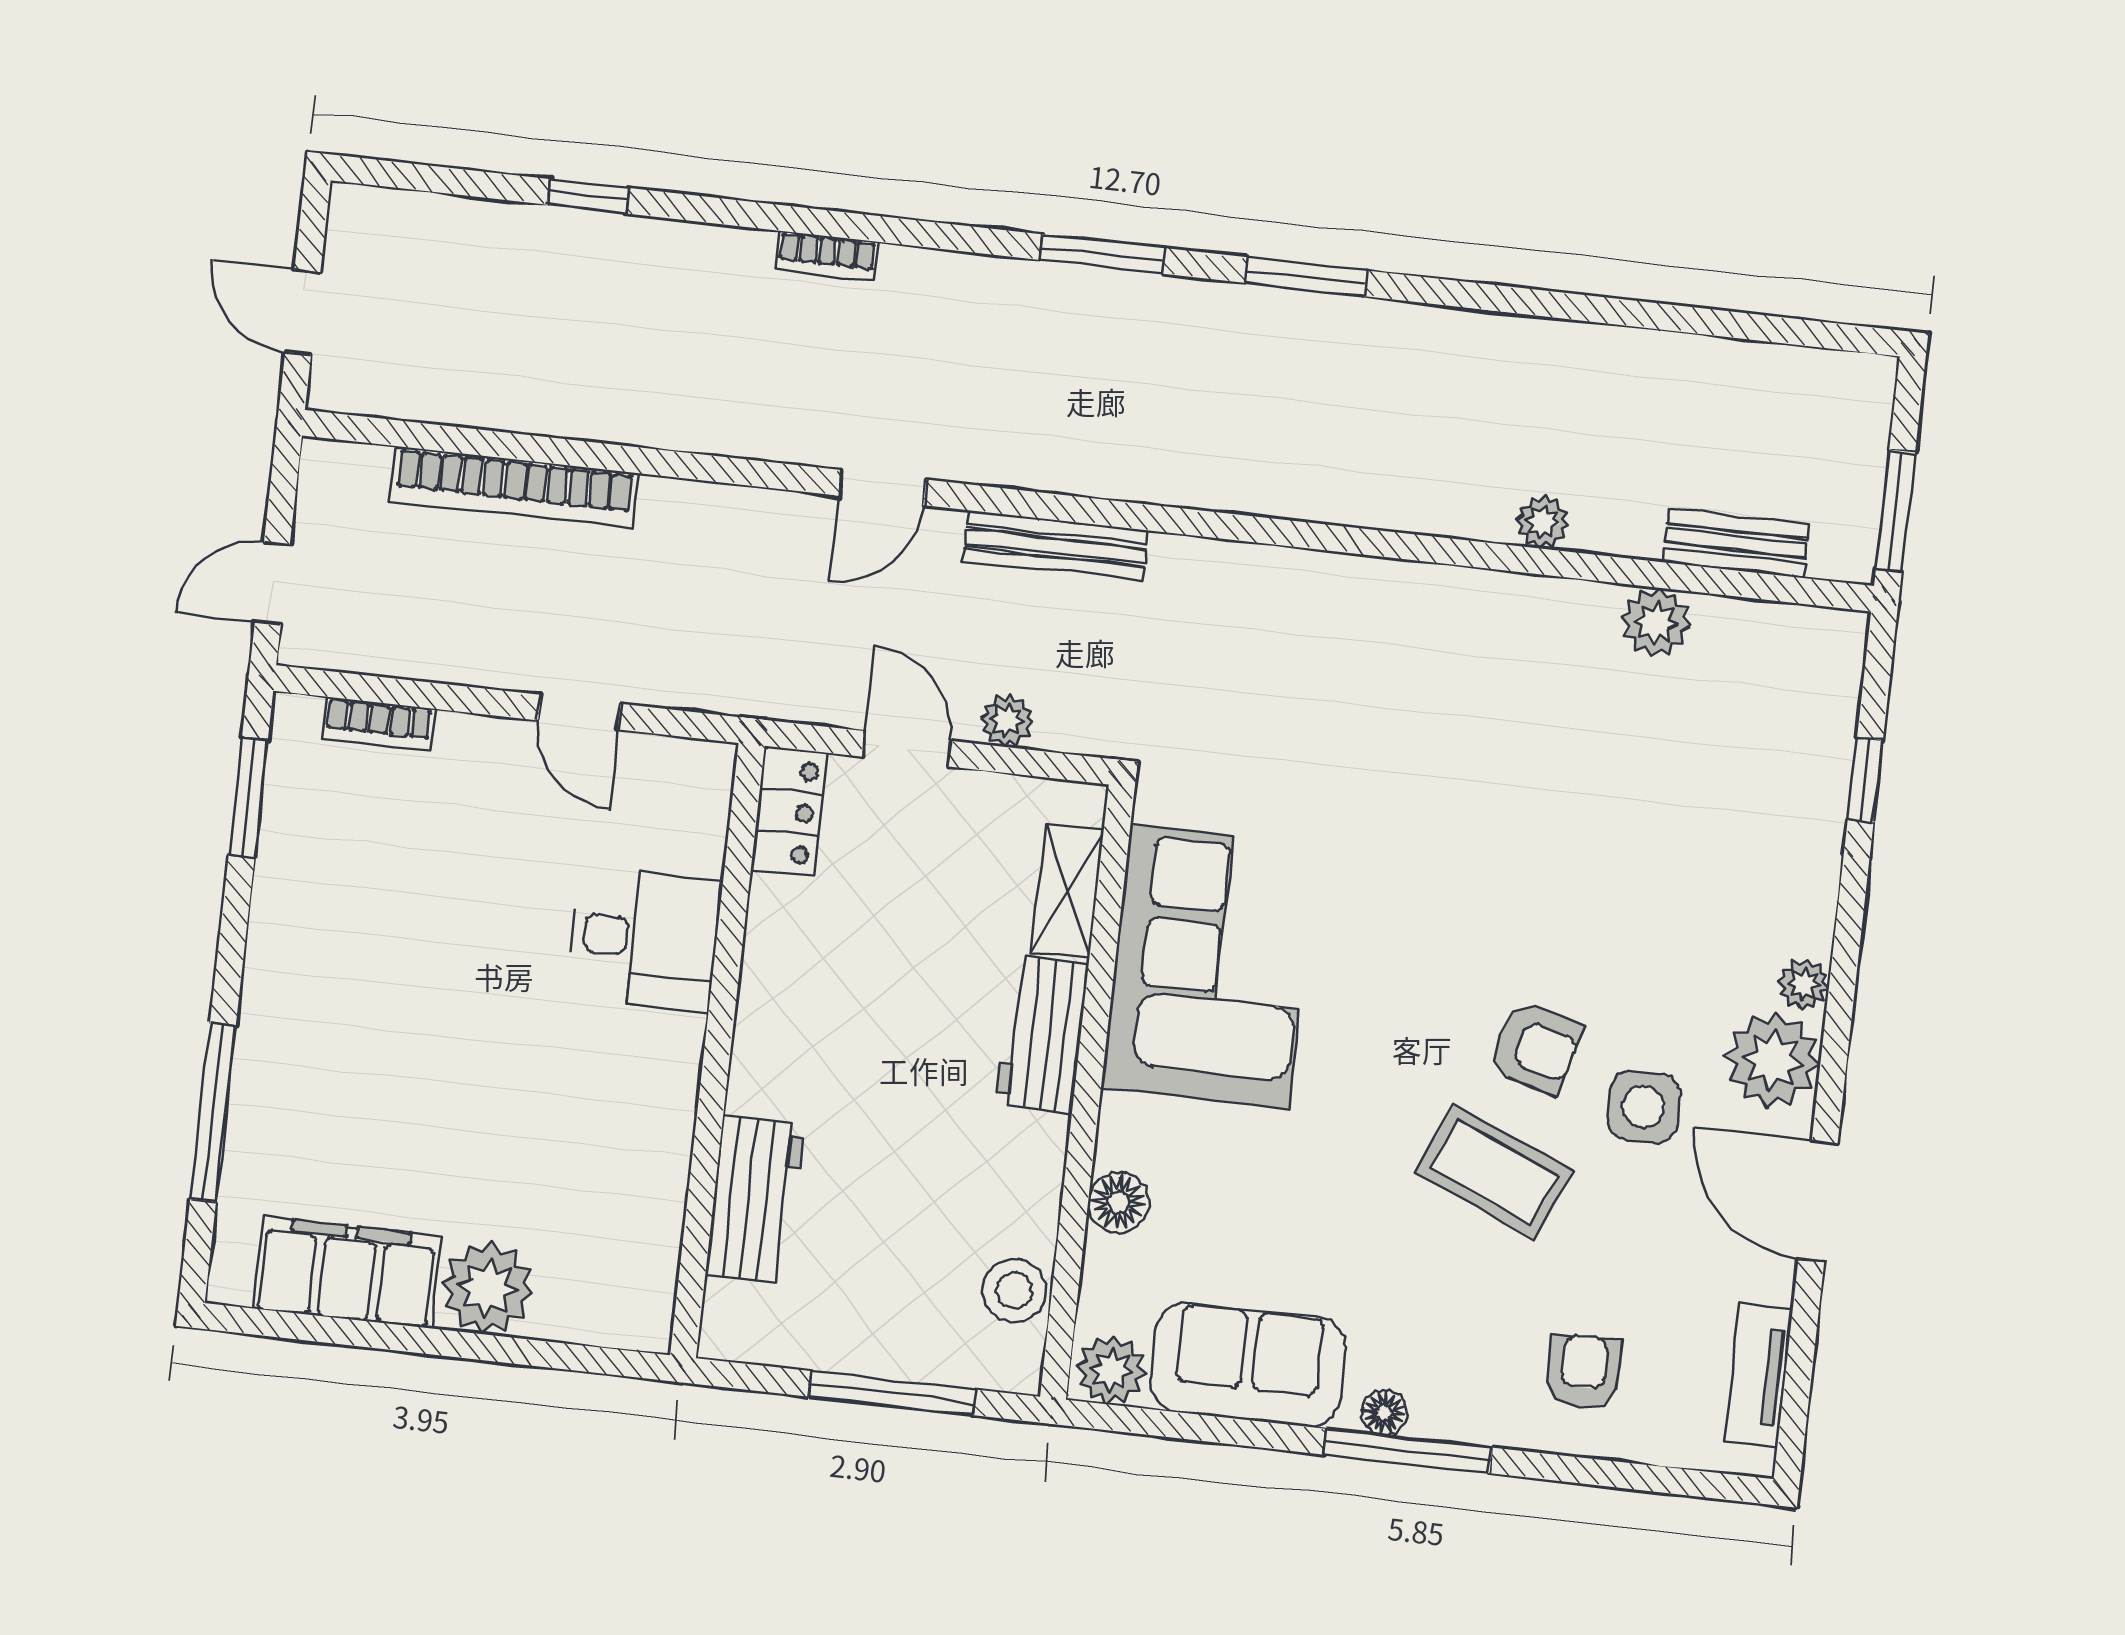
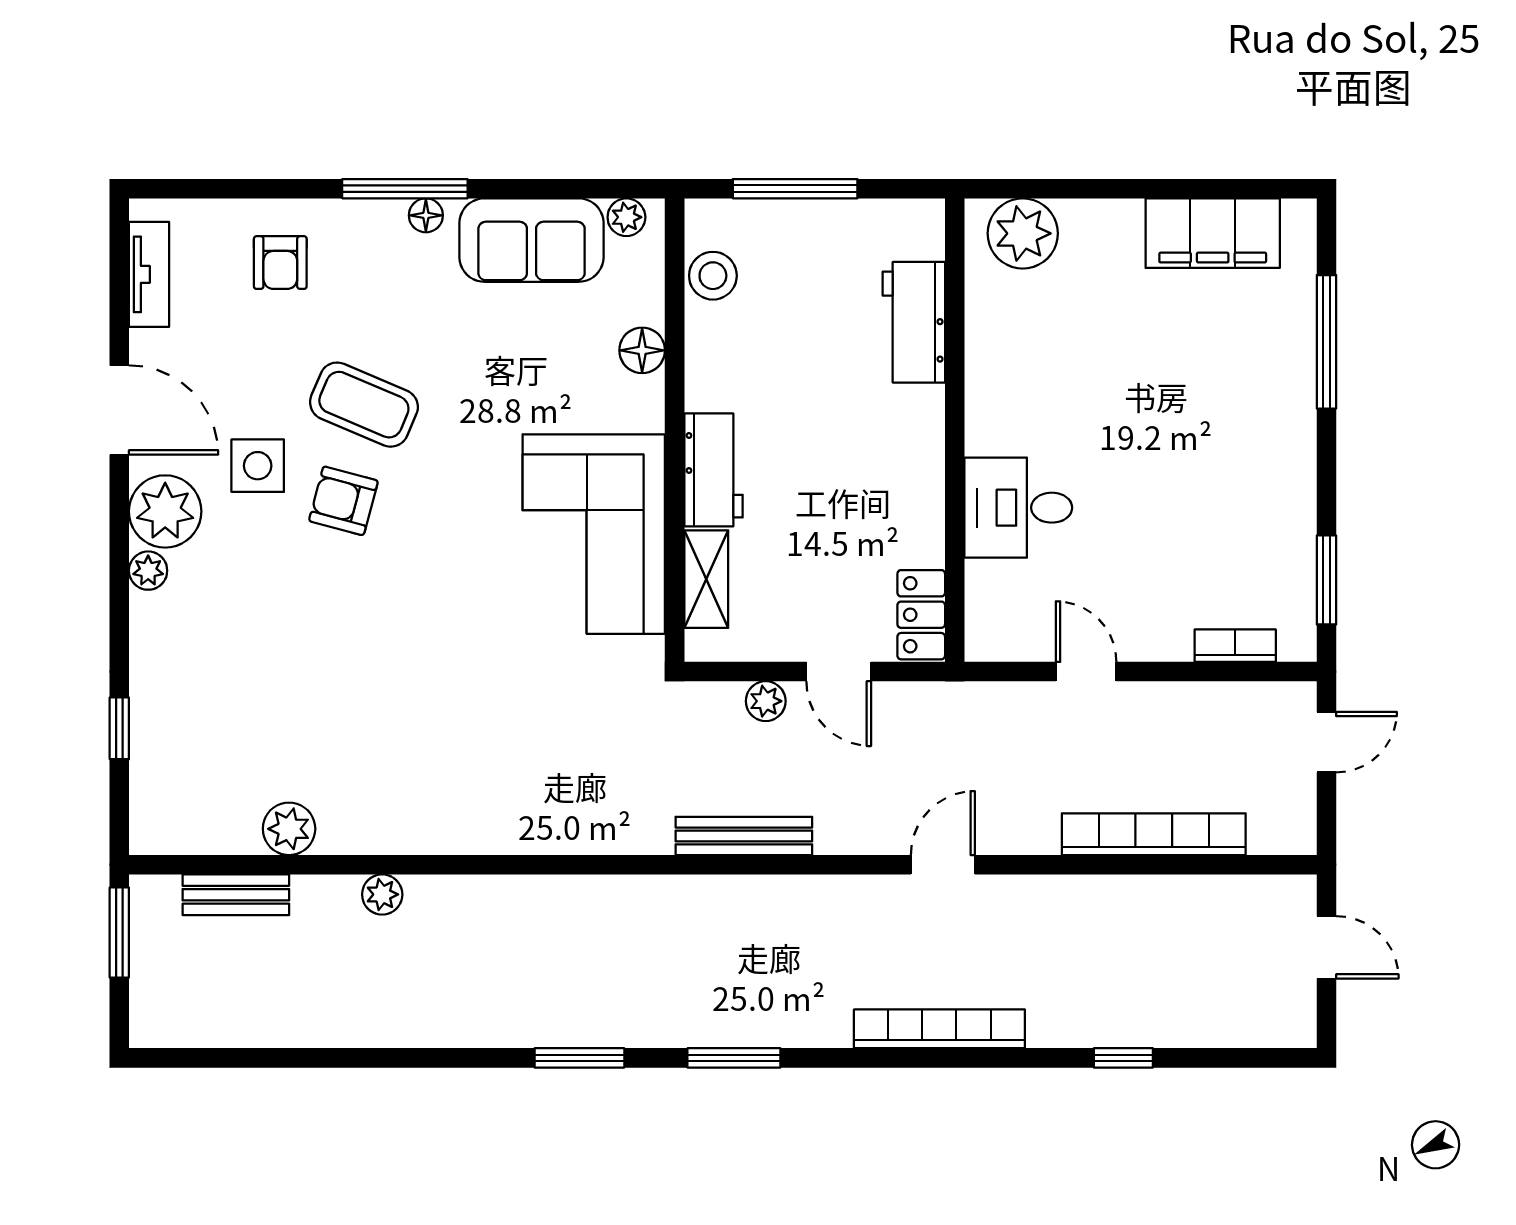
bookcase: (827, 256) -> (939, 1029), width x2.31, depth x1.31
door: (883, 488) -> (943, 865), moved
plant: (487, 1288) -> (1023, 233), moved
plant: (1111, 1370) -> (626, 217), width x0.73, depth x0.73

